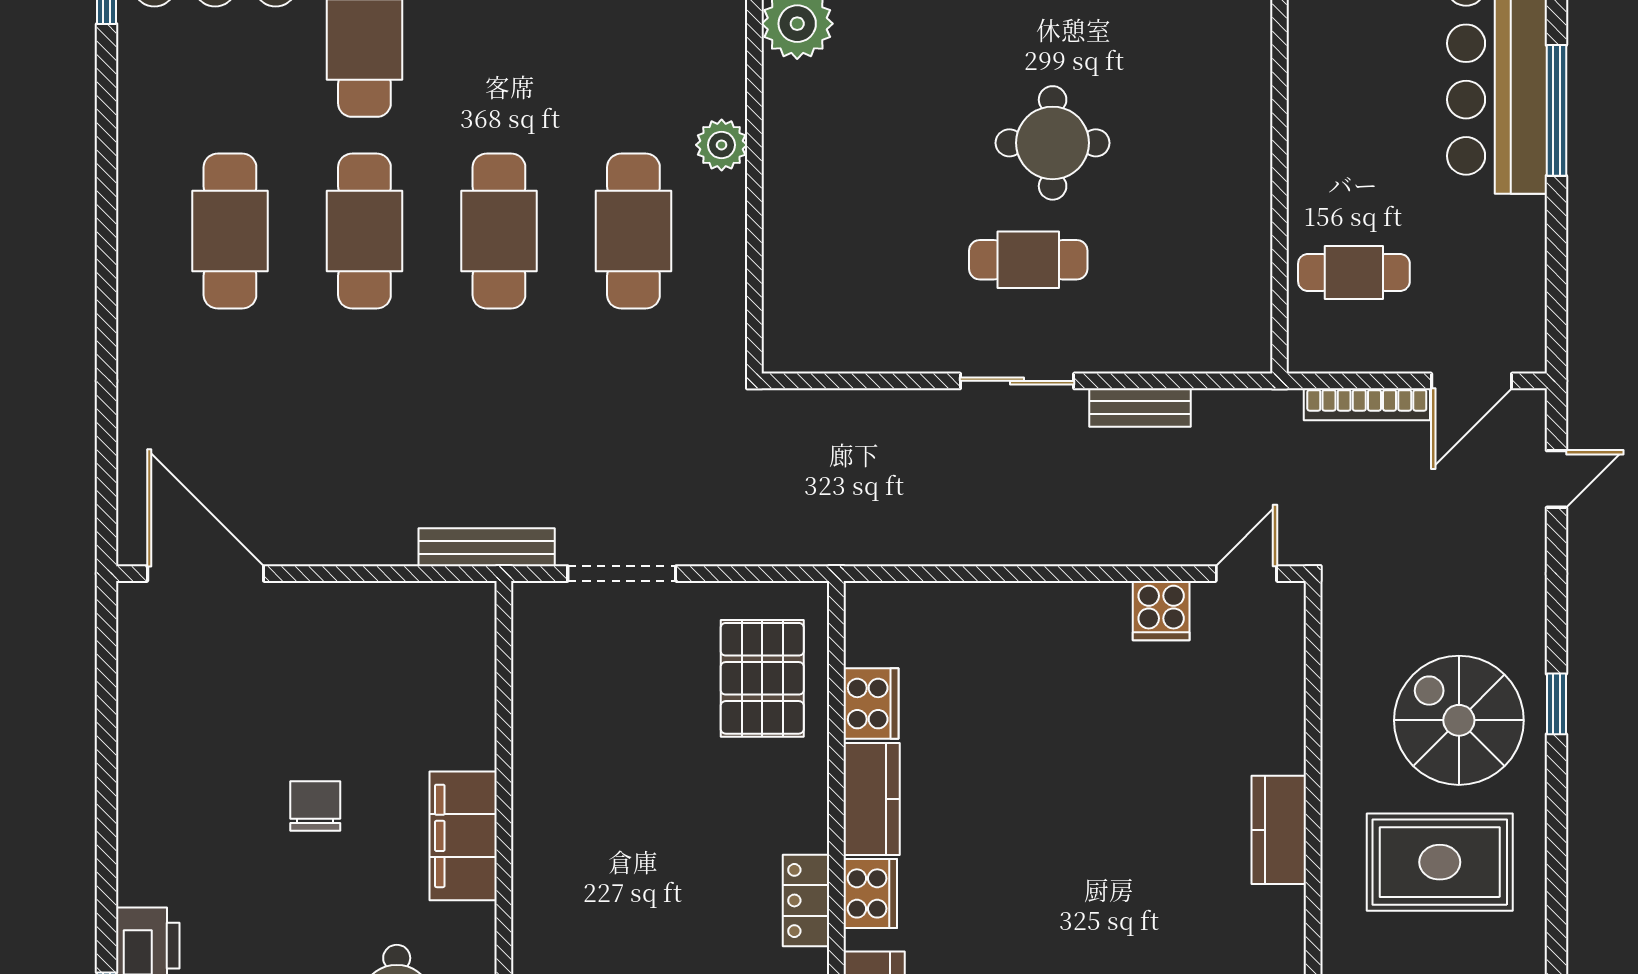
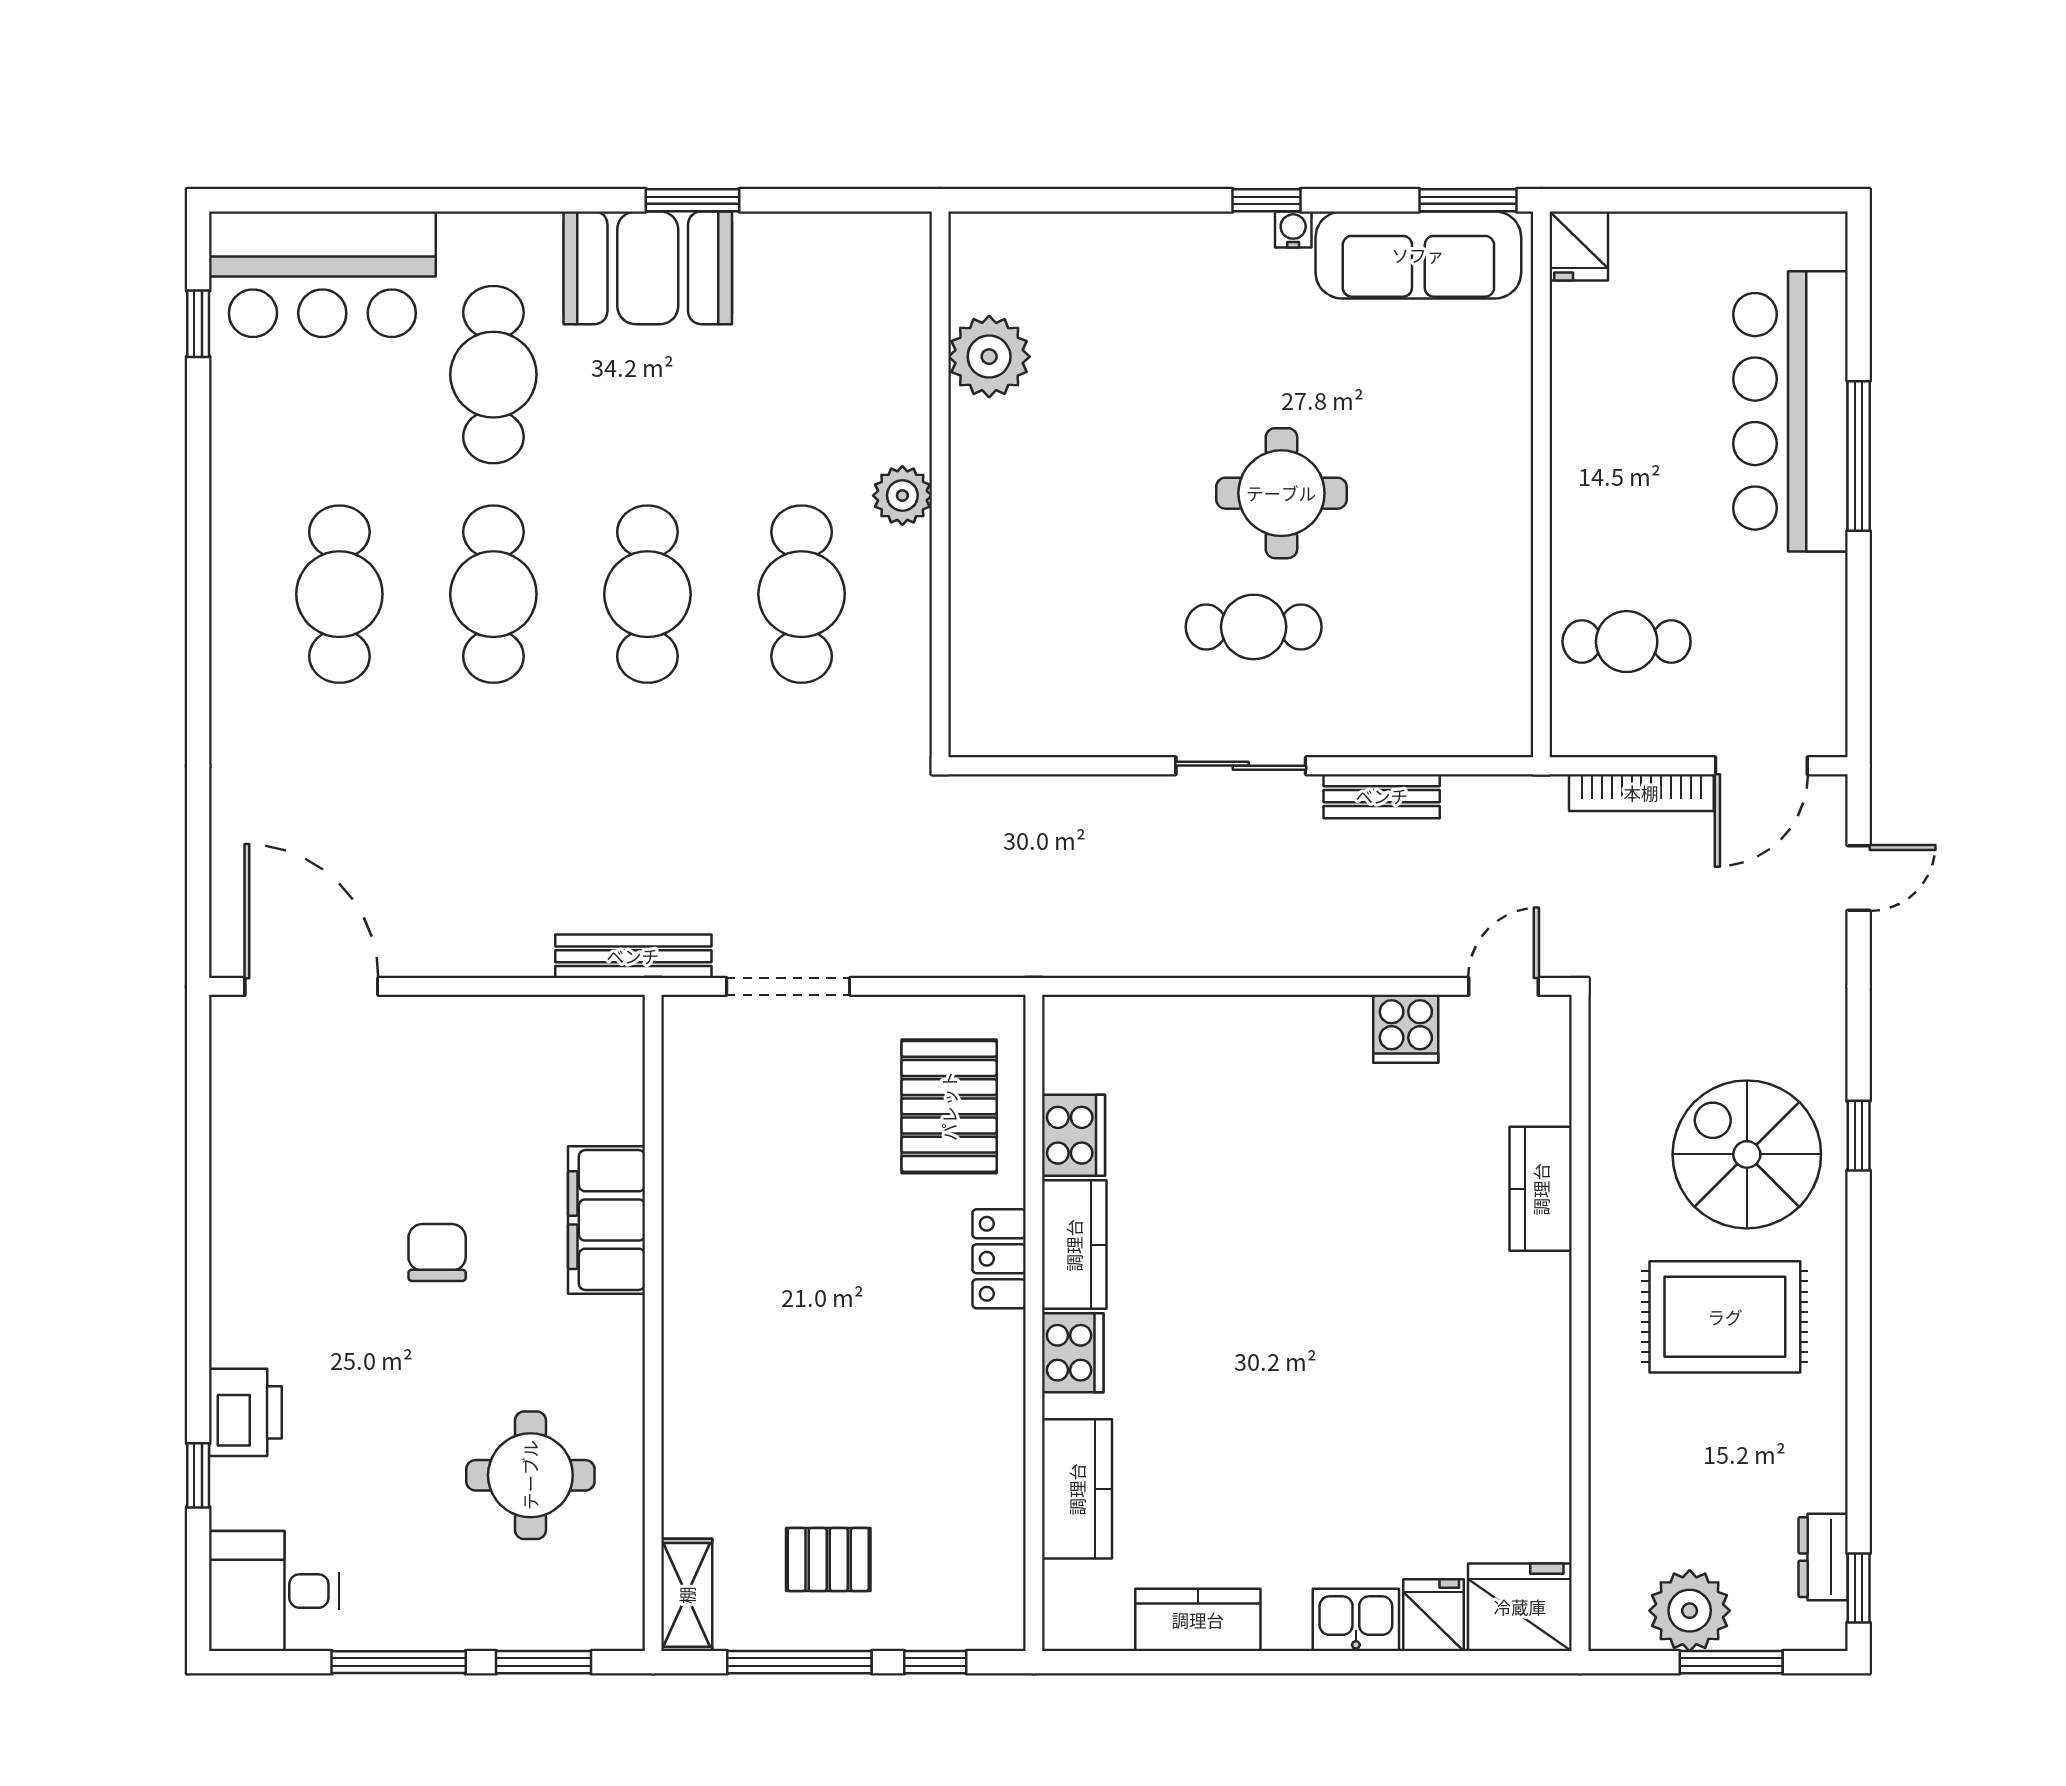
kitchen counter: (1279, 830) -> (1541, 1189), moved
filing cabinet: (463, 836) -> (607, 1220), moved
locker: (806, 900) -> (999, 1259), moved

